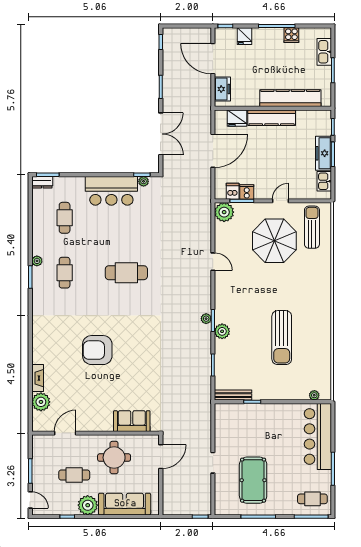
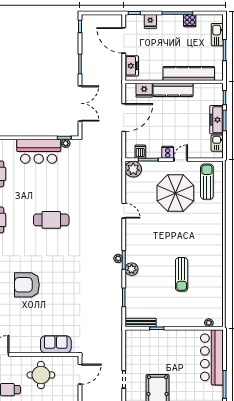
cooker: (247, 192) -> (168, 152), moved
sun lounger: (282, 338) -> (182, 274), width x0.73, depth x0.75

